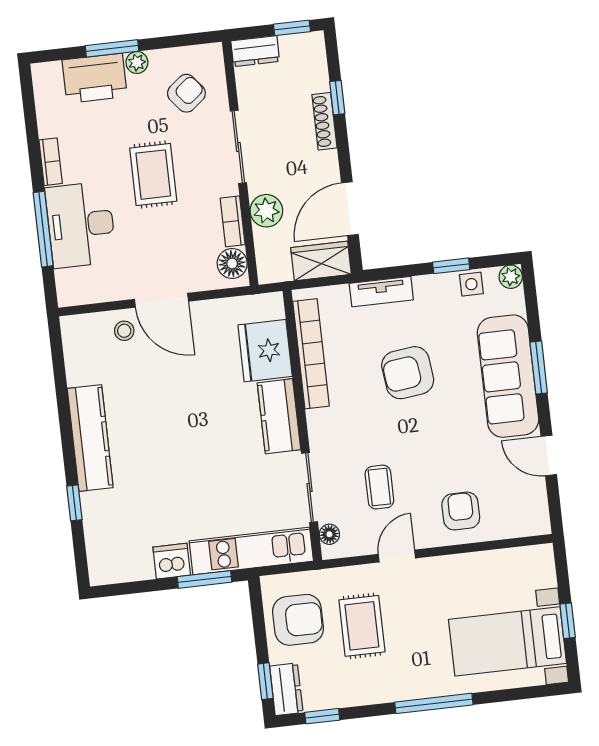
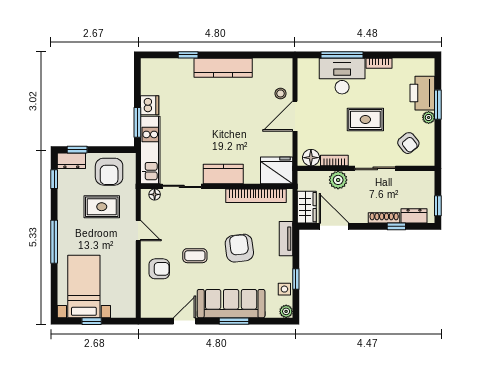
dresser: (255, 51) -> (414, 216), moved, turned 90
fridge: (265, 351) -> (277, 170), moved
coffee table: (379, 487) -> (195, 256), moved

